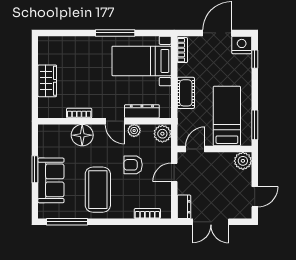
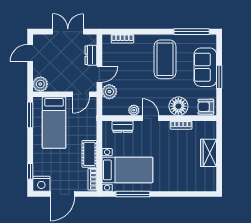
window: (115, 33) -> (133, 194), moved
cot: (186, 93) -> (89, 154), moved
dresser: (142, 111) -> (123, 127), width x0.70
plant: (162, 134) -> (109, 92), moved
armchair: (133, 165) -> (206, 107), moved, turned 180
dresser: (184, 207) -> (91, 55), moved

